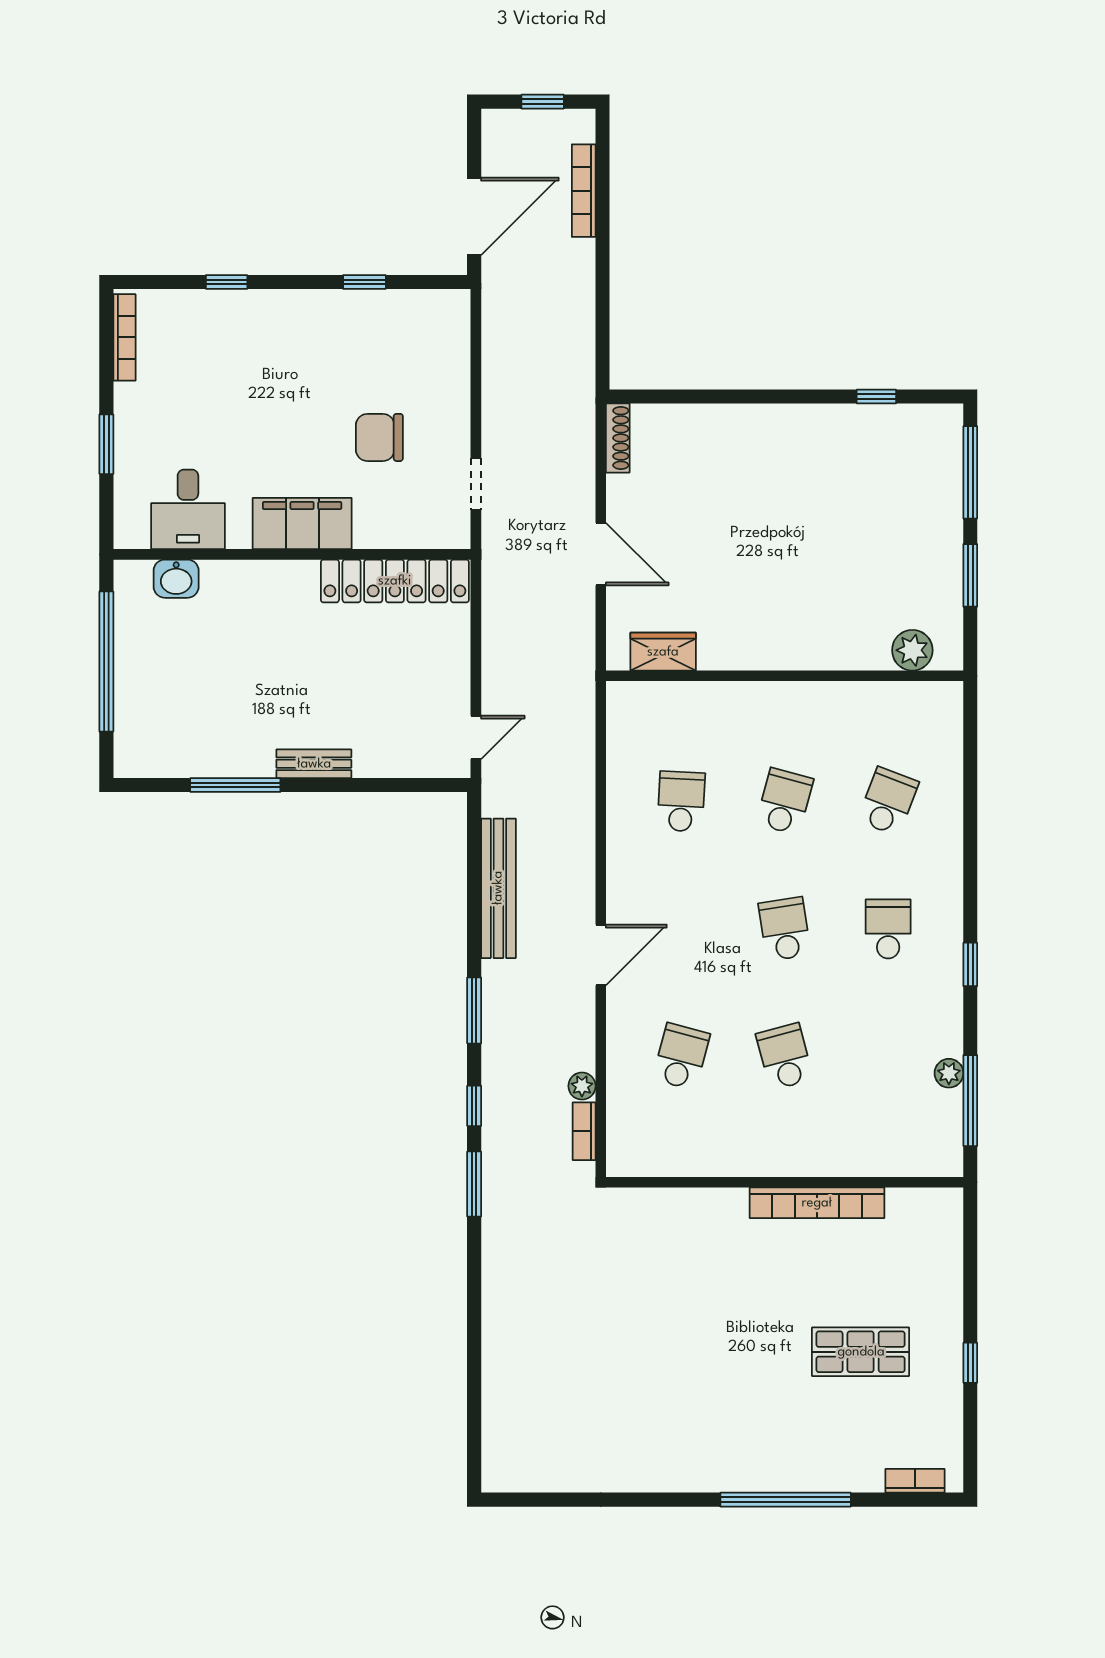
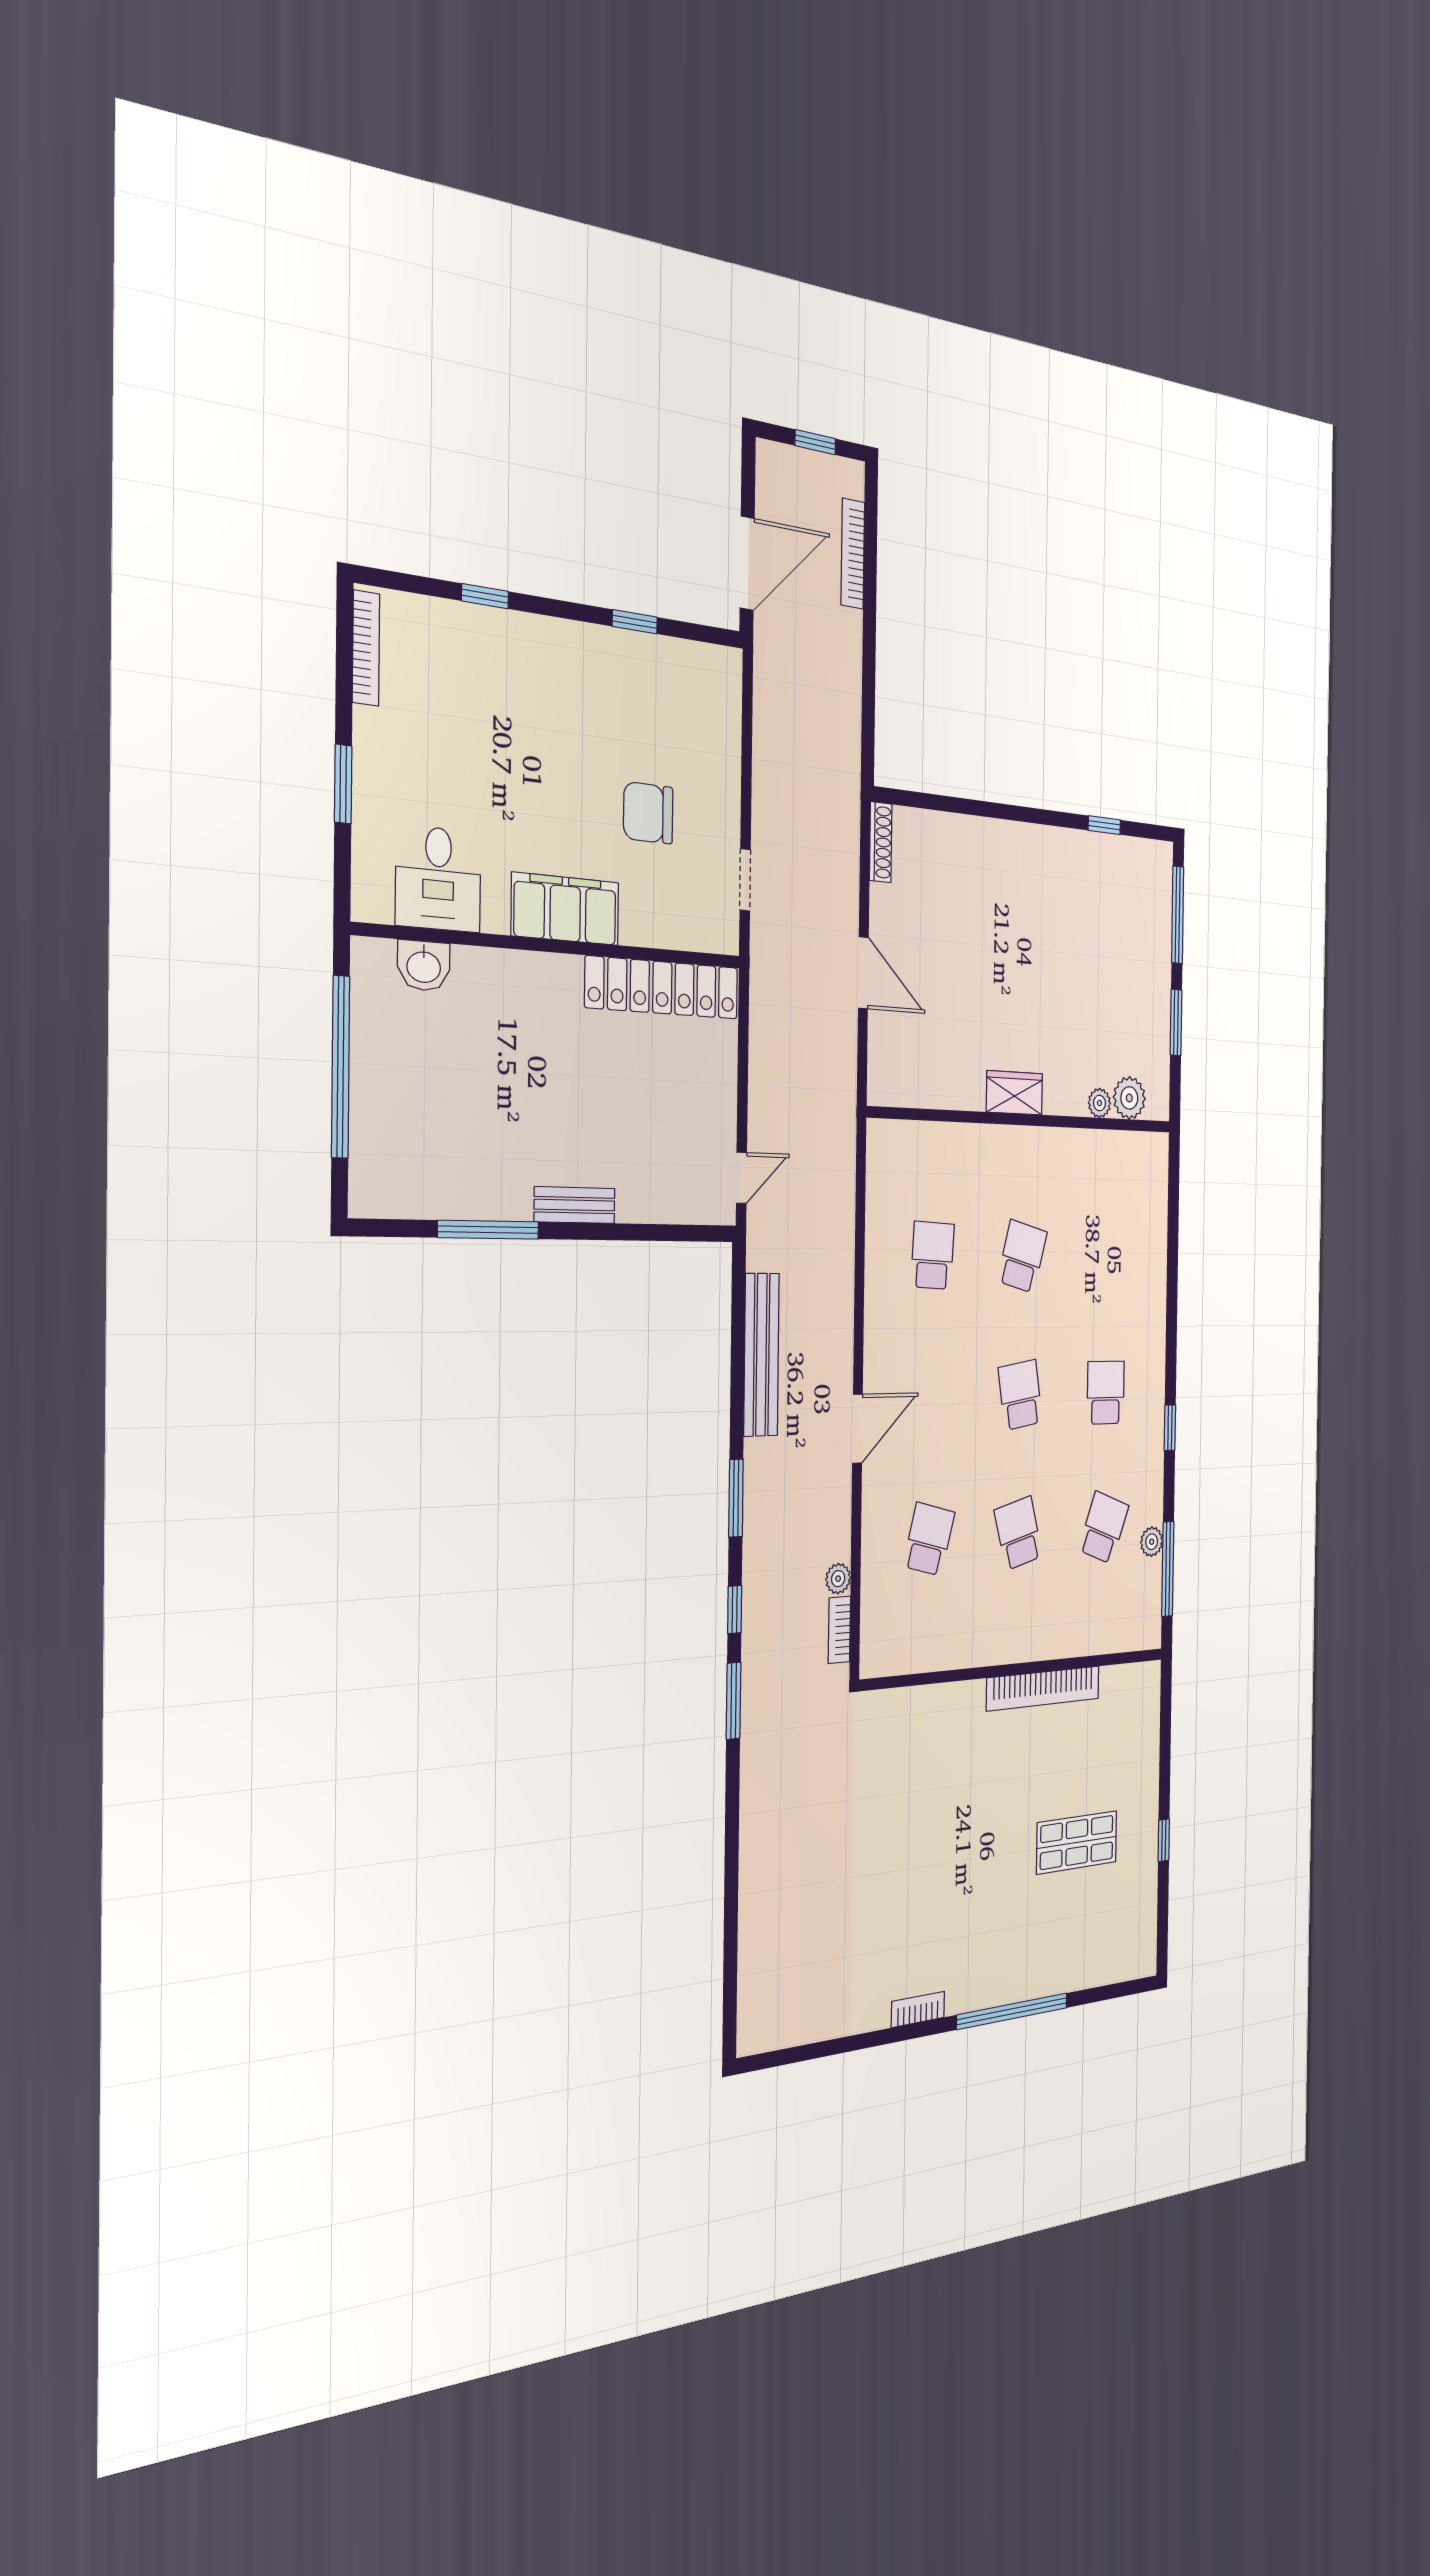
wardrobe: (663, 652) -> (1014, 1093), moved
plant: (875, 657) -> (1099, 1103), added
school desk: (888, 801) -> (1104, 1528), moved
bookcase: (915, 1481) -> (918, 2009), moved

